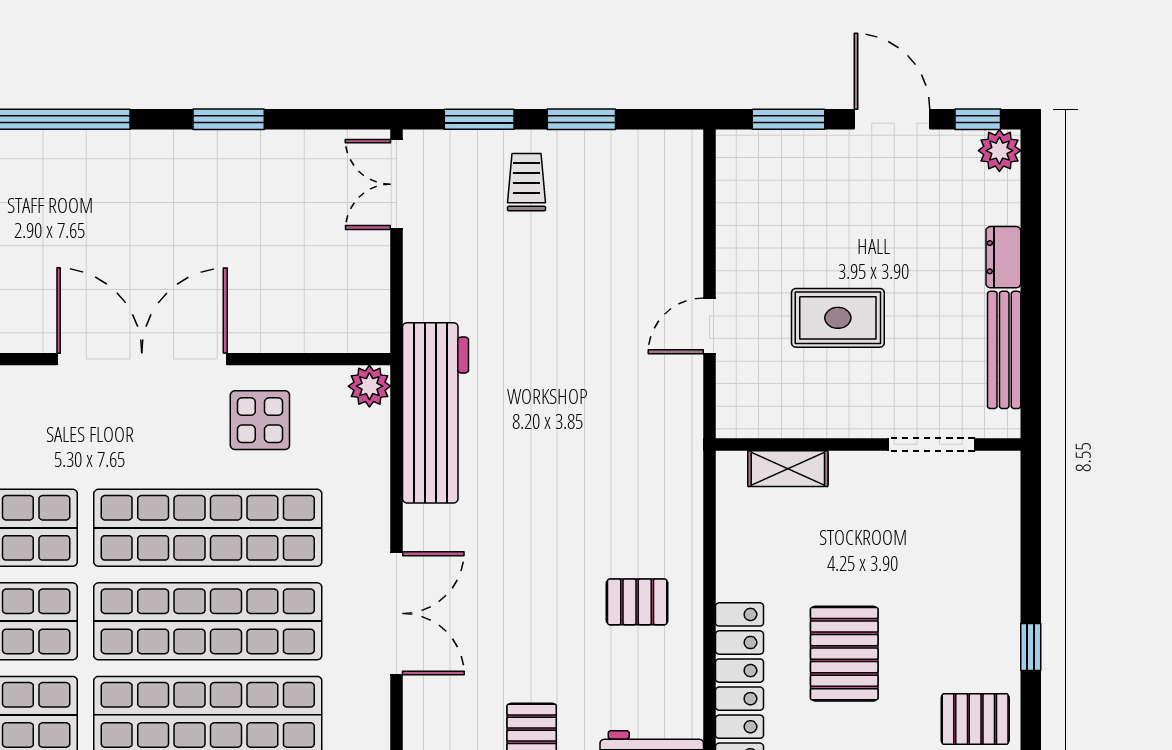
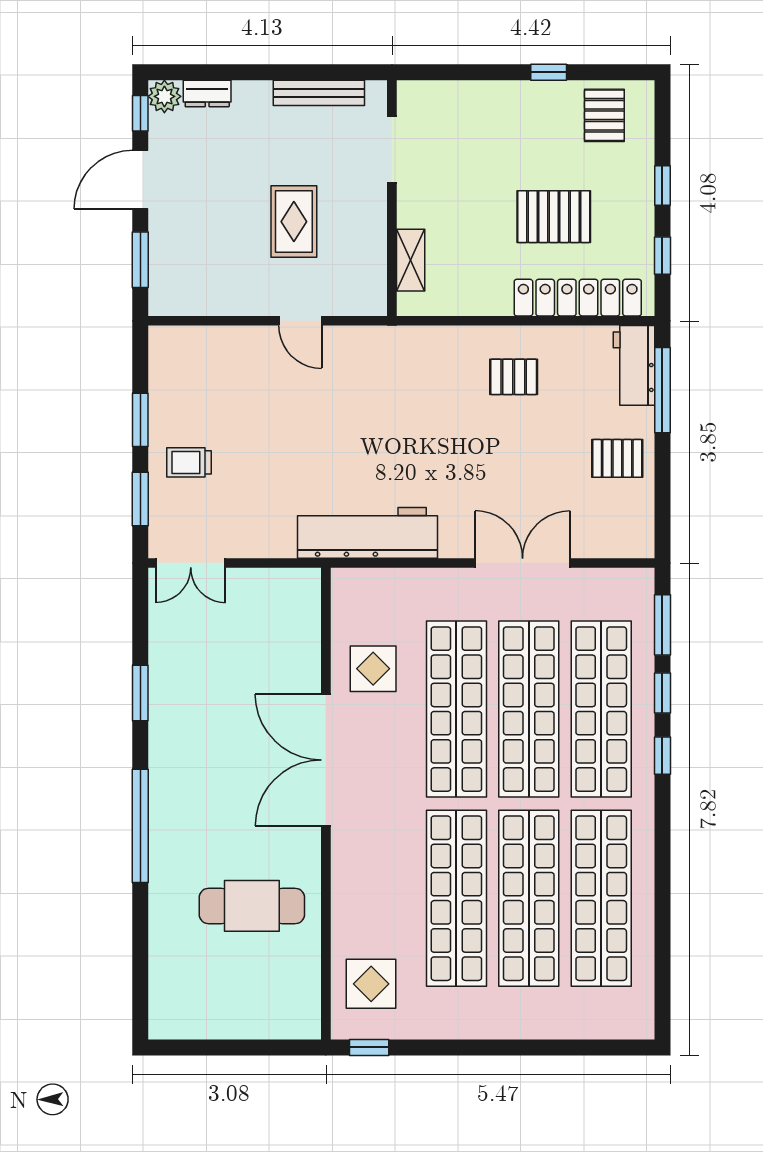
dresser: (1003, 257) -> (207, 94), moved
plant: (369, 386) -> (347, 584), removed
pallet: (637, 602) -> (514, 377), turned 90

